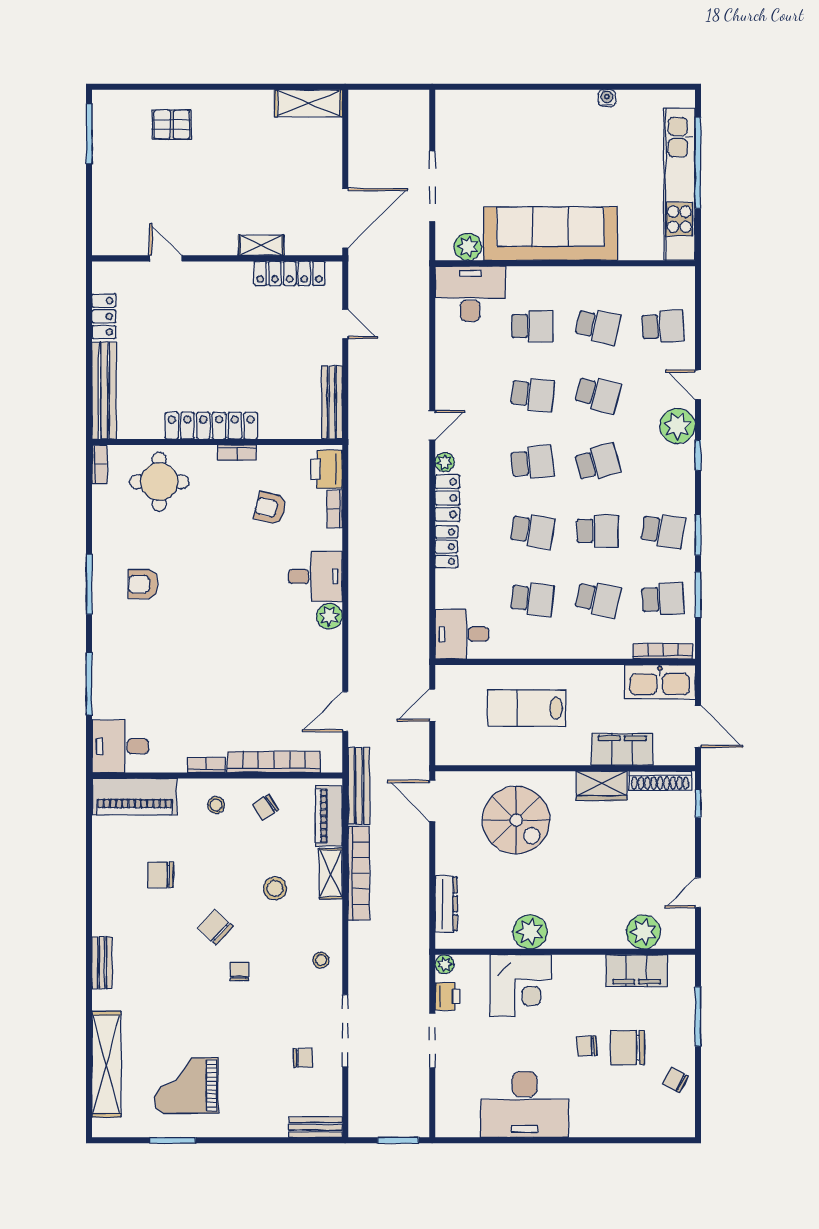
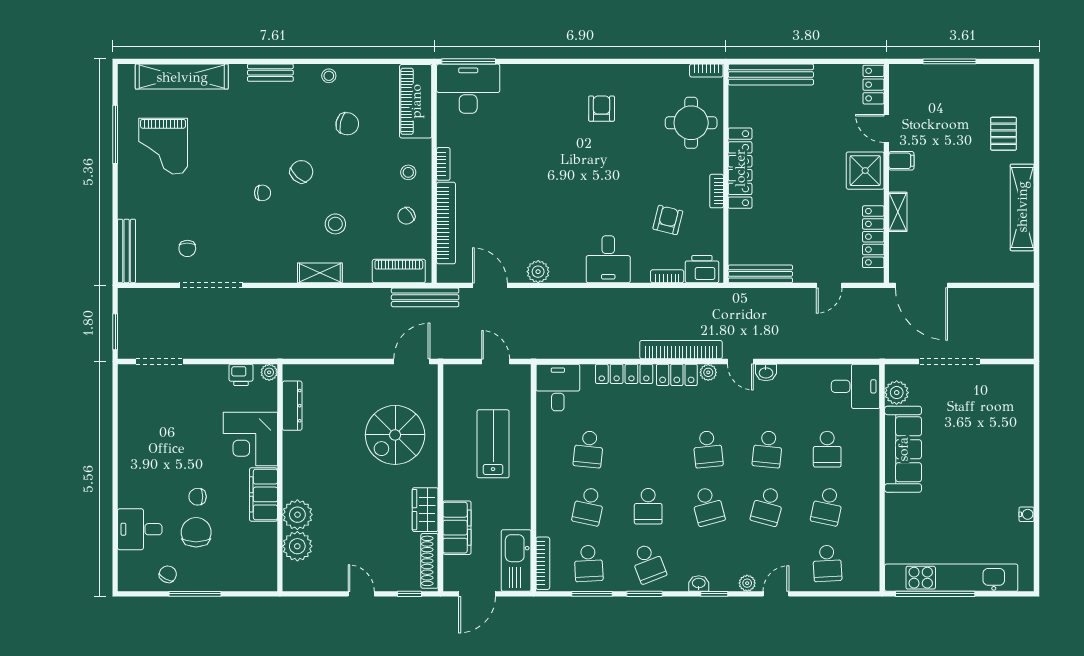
shelving: (308, 103) -> (1022, 207), moved, width x1.47
window: (89, 134) -> (949, 61), moved
window: (698, 163) -> (935, 594), moved
sofa: (550, 234) -> (903, 449), width x0.74, depth x0.79
filing cabinet: (203, 241) -> (901, 161), added
door: (166, 258) -> (886, 128), swing flipped
shower: (214, 283) -> (865, 171), added
desk: (470, 294) -> (856, 386), width x0.73
locker: (104, 316) -> (873, 85), moved, turned 90
washbasin: (445, 396) -> (766, 372), added
plant: (677, 426) -> (747, 583), width x0.53, depth x0.53
washbasin: (686, 473) -> (699, 583), added
school desk: (532, 531) -> (648, 449), removed
school desk: (663, 531) -> (648, 563), turned -30
locker: (446, 547) -> (624, 374), width x1.53
window: (89, 584) -> (602, 61), removed
plant: (329, 616) -> (538, 272), moved
window: (89, 684) -> (469, 61), moved
desk: (120, 746) -> (468, 89), width x1.37
chair: (266, 807) -> (406, 216), turned -92
shelving: (331, 873) -> (320, 273), moved
bookcase: (359, 873) -> (681, 350), moved, turned 180
chair: (160, 875) -> (347, 124), turned 103
door: (698, 893) -> (361, 594), moved
dresser: (446, 904) -> (292, 406), moved, turned -90
plant: (530, 932) -> (297, 515), moved
stool: (321, 960) -> (329, 76), moved
filing cabinet: (637, 971) -> (263, 494), moved
window: (698, 1016) -> (195, 594), moved
doorway: (432, 1040) -> (159, 361), moved
chair: (587, 1046) -> (198, 497), turned -86
grand piano: (186, 1085) -> (163, 146), turned 180
desk: (525, 1105) -> (140, 529), moved, width x0.53, depth x0.77
bench: (316, 1127) -> (127, 251), width x1.36
window: (172, 1140) -> (115, 134), width x1.44

